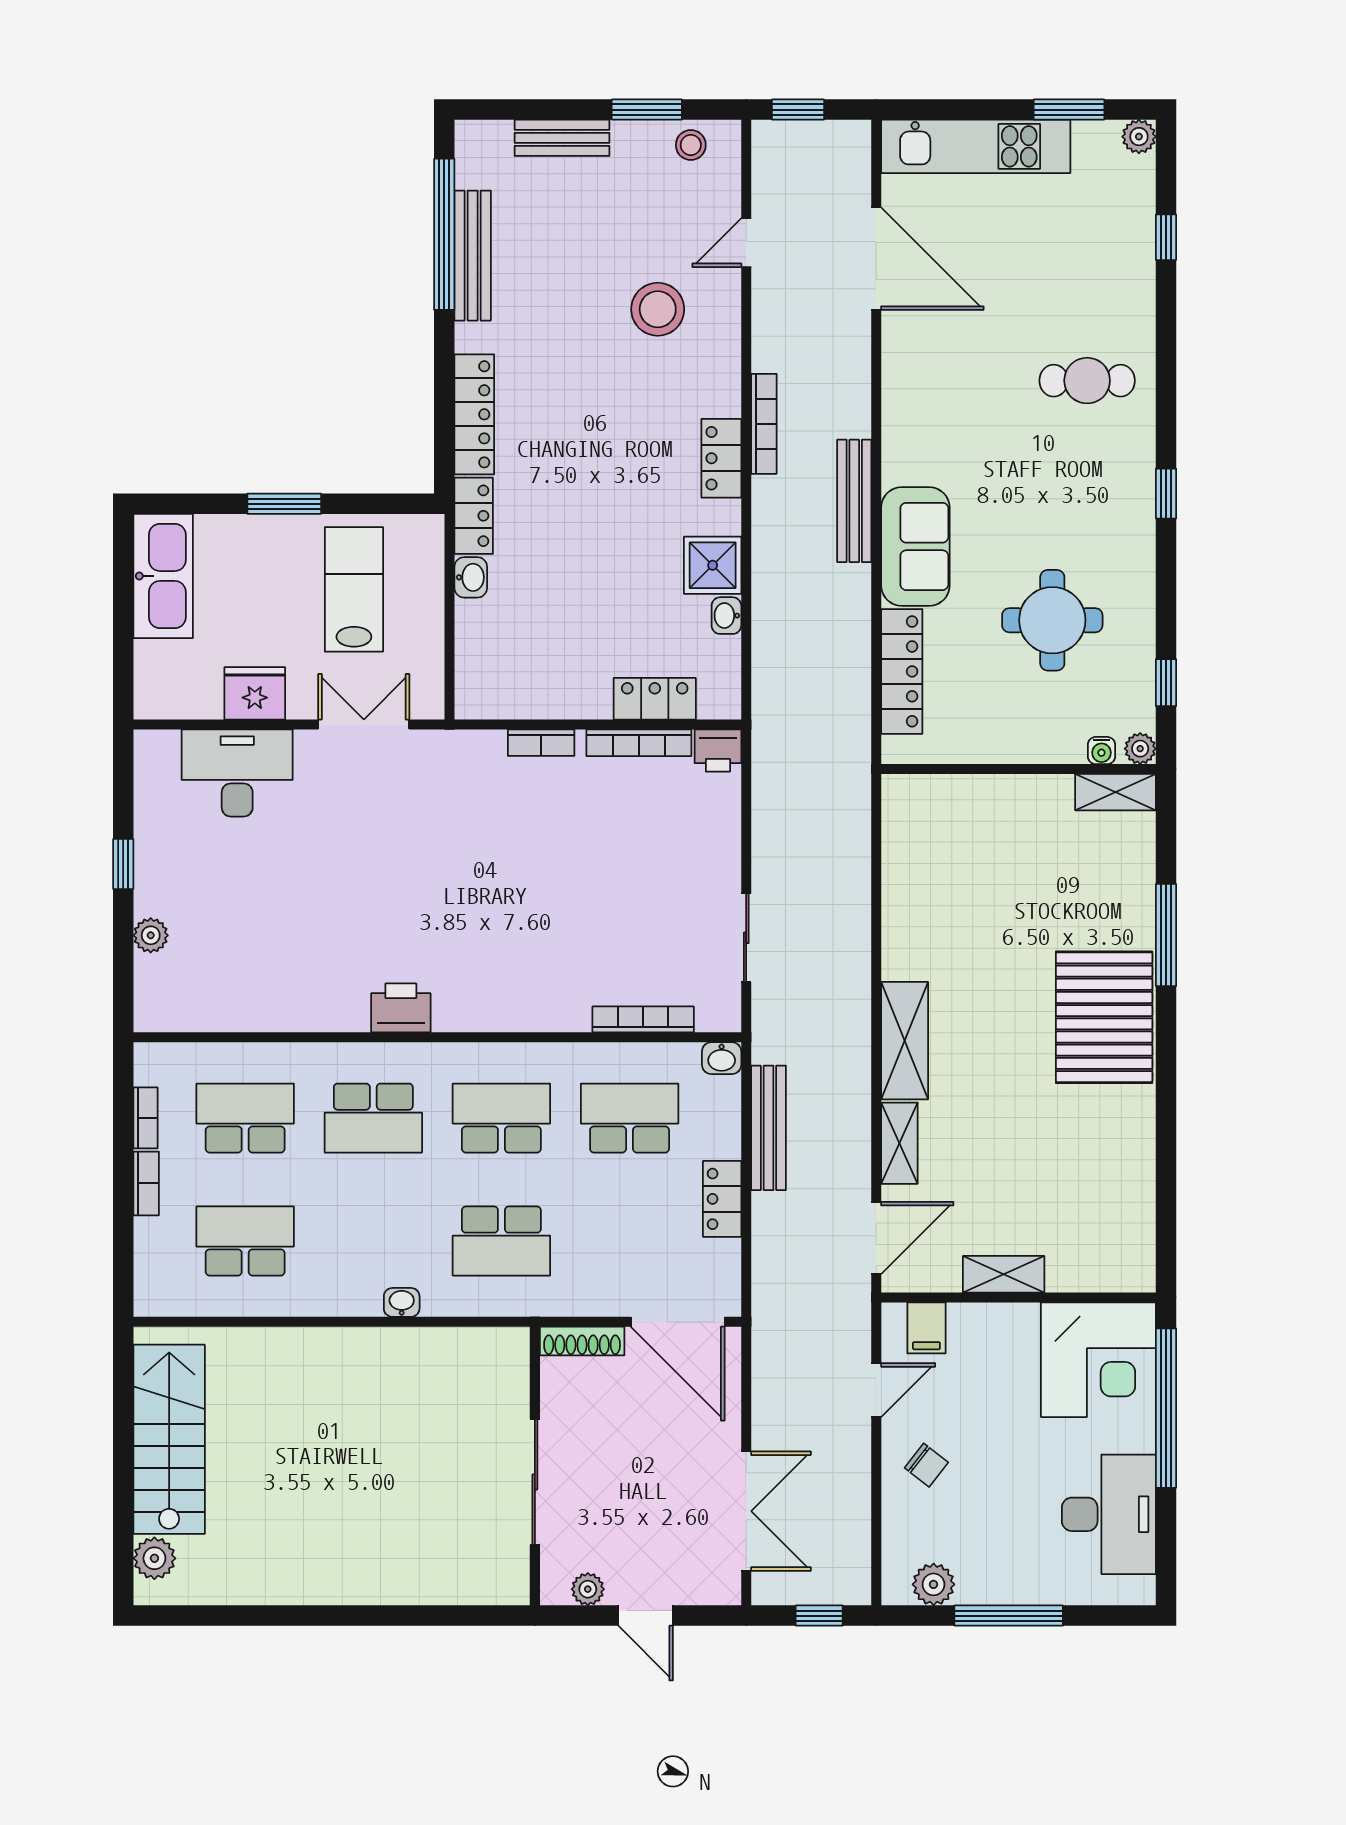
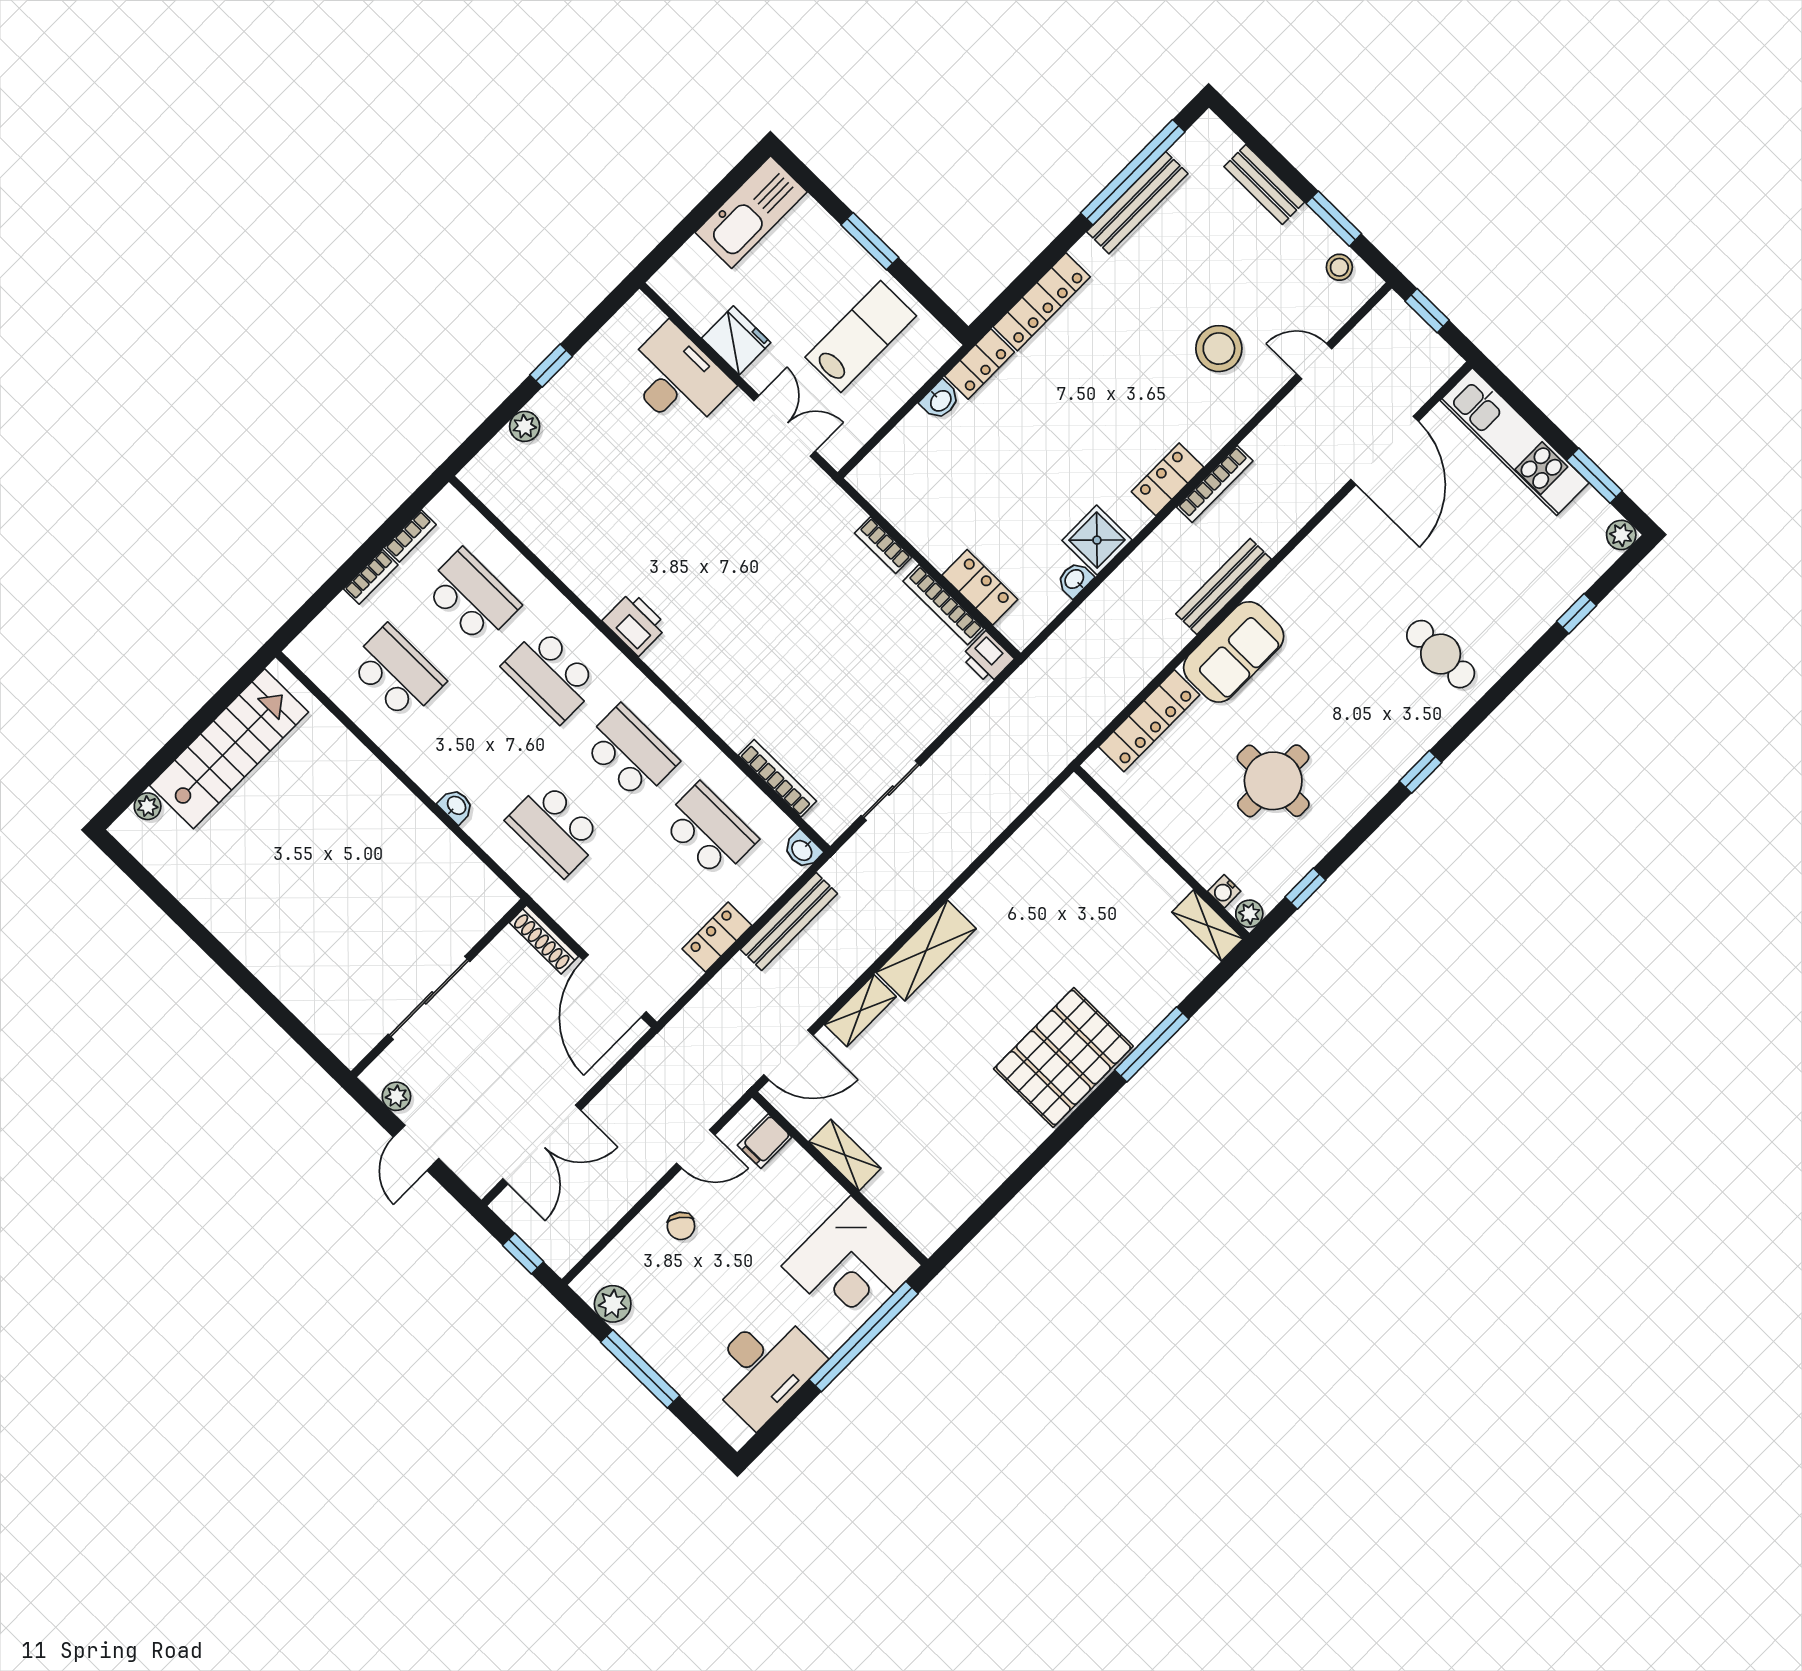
plant: (154, 1558) -> (148, 806), width x0.73, depth x0.73

